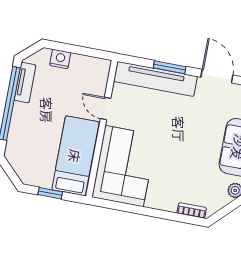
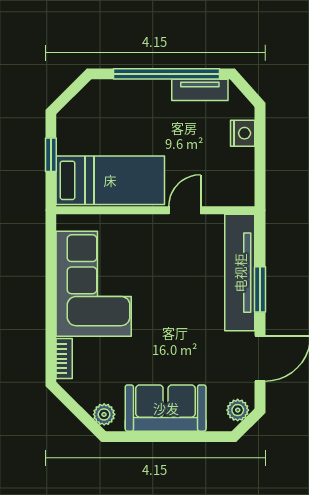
corner sofa: (124, 166) -> (94, 284), moved, turned -90

